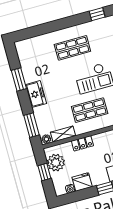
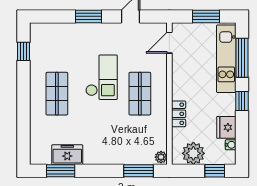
window: (19, 79) -> (61, 171), moved
freezer: (36, 94) -> (67, 155), moved
shelving: (63, 134) -> (160, 135), removed
window: (44, 172) -> (215, 171), moved

